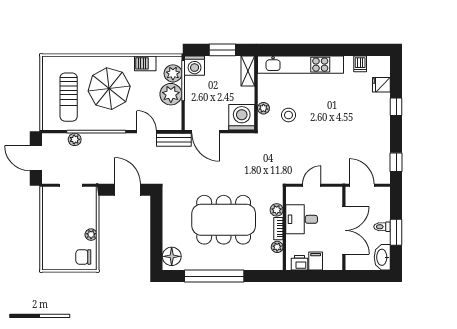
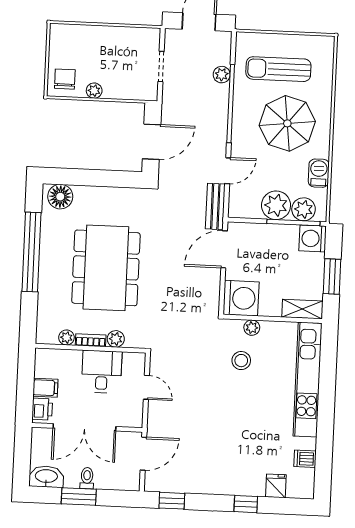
printer: (299, 263) -> (42, 409), moved

